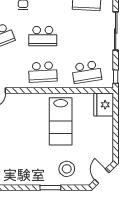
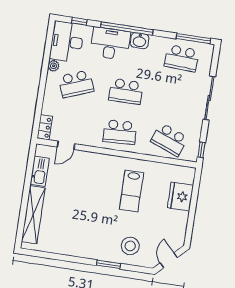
school desk: (87, 72) -> (169, 140), turned 30
fridge: (104, 105) -> (180, 197), moved
lab bench: (61, 121) -> (132, 191), width x0.73, depth x0.72

